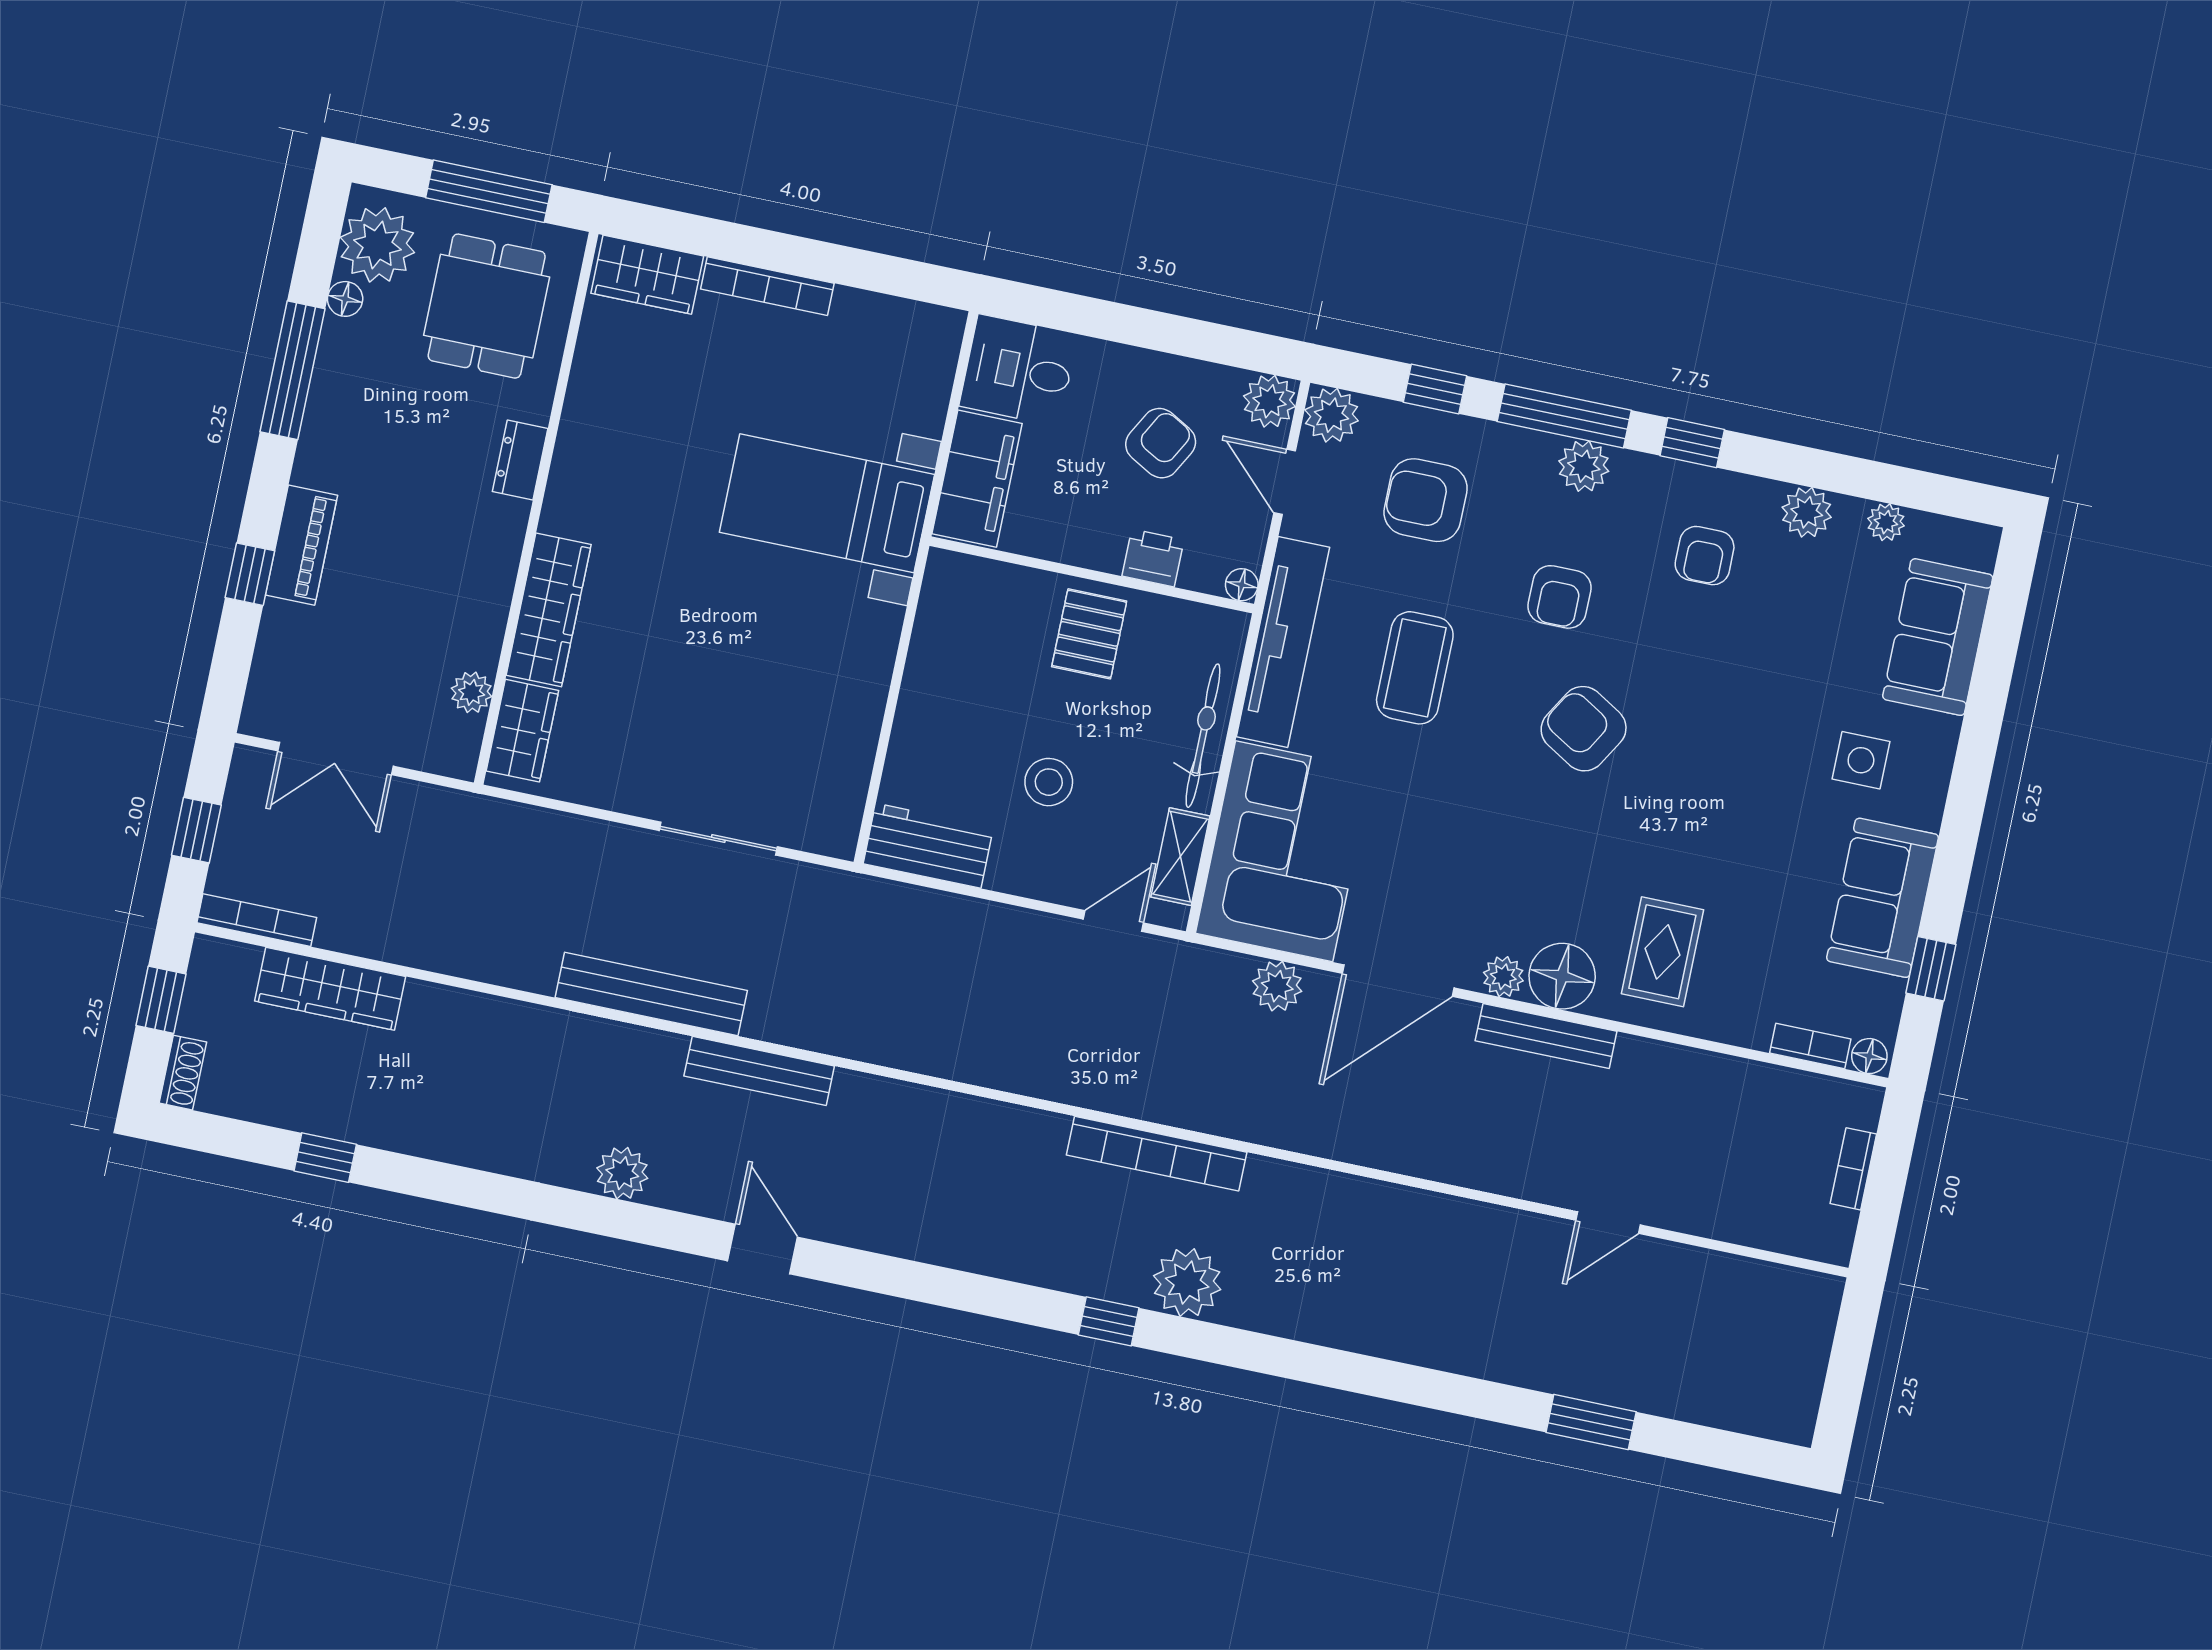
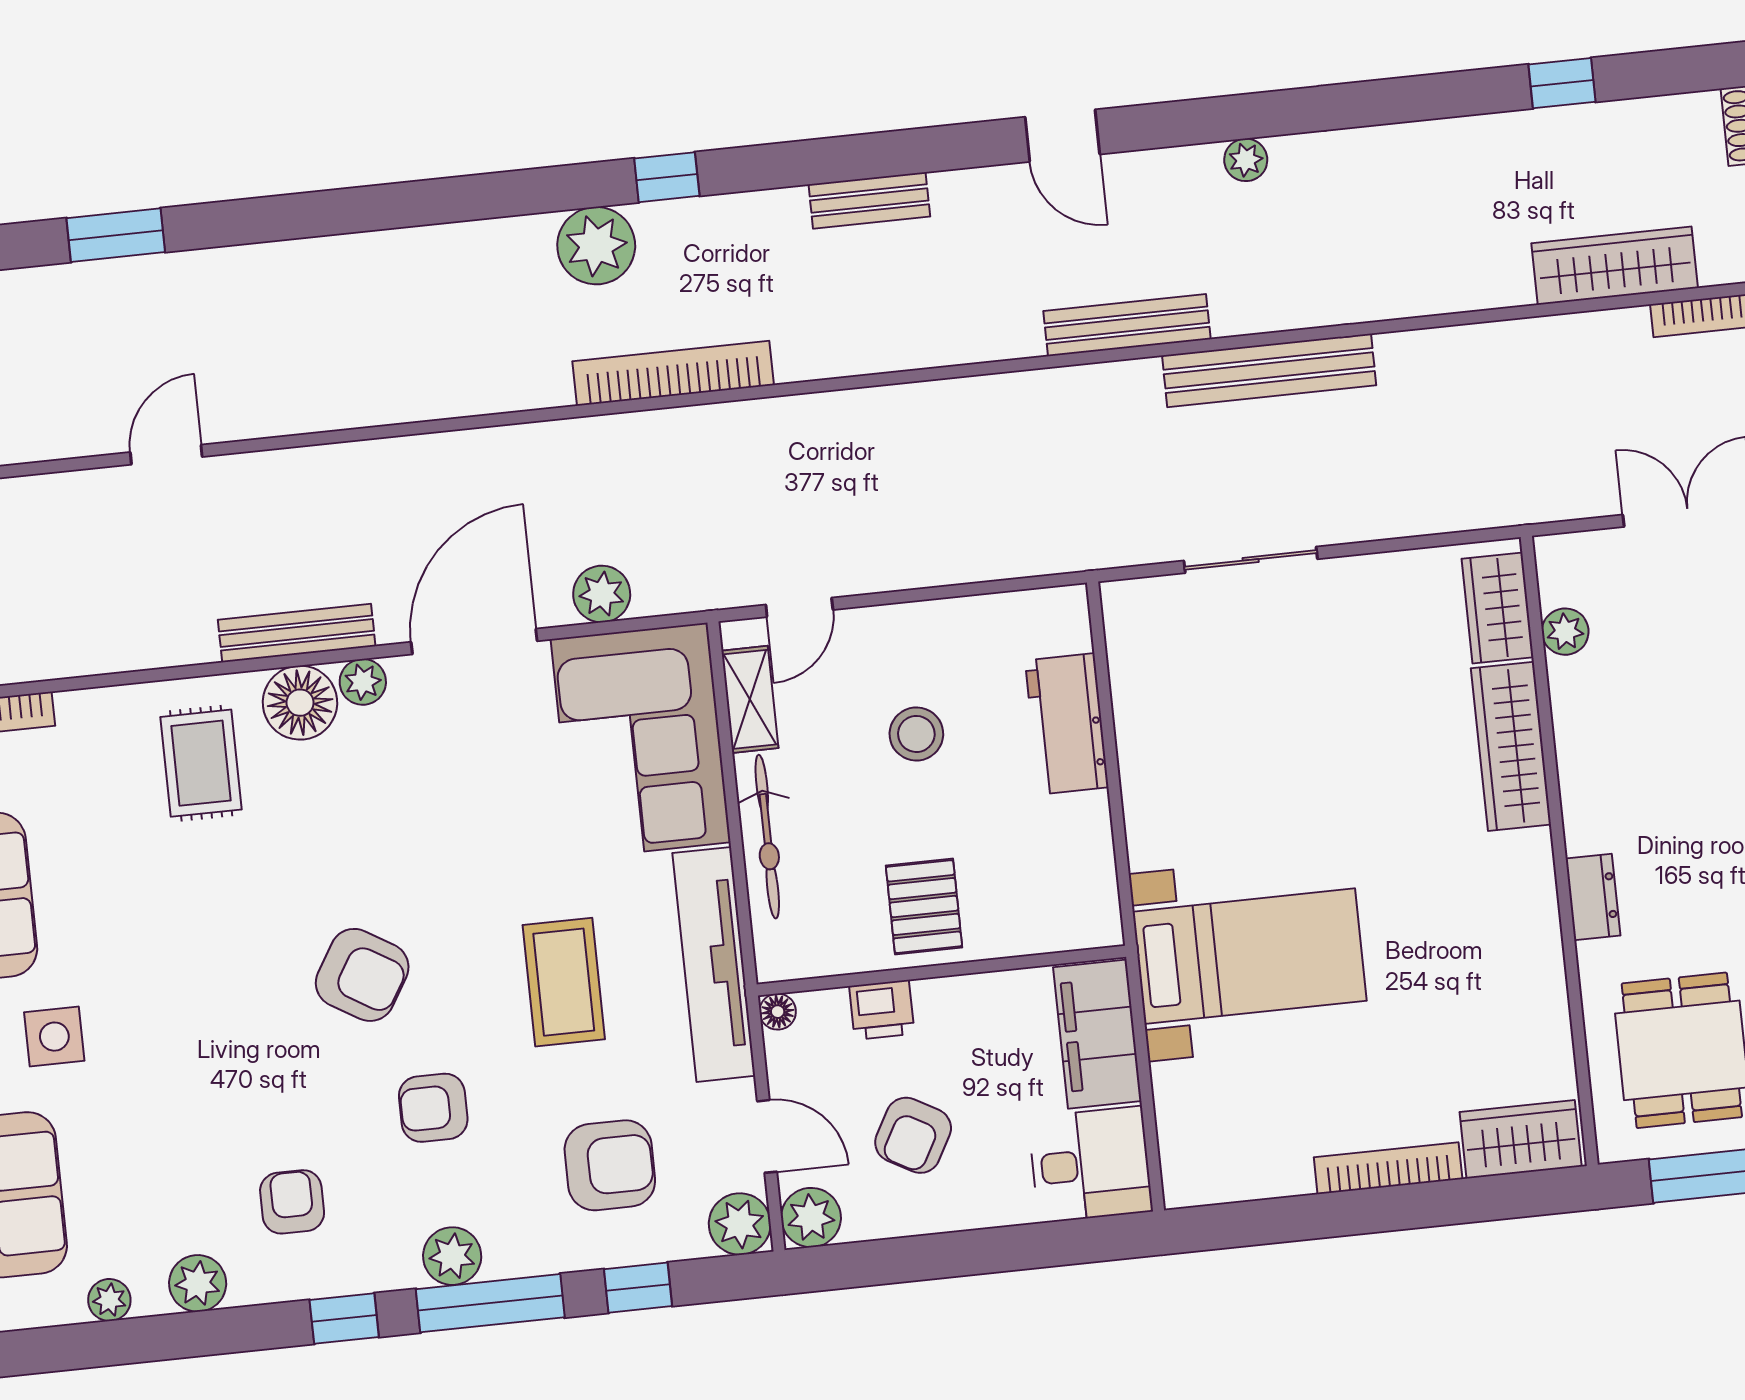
armchair: (1559, 597) -> (433, 1108), turned -90
workbench: (928, 846) -> (1067, 724), moved, turned 90
plant: (622, 1173) -> (1246, 160), width x0.73, depth x0.73
bench: (944, 1247) -> (869, 200), added

